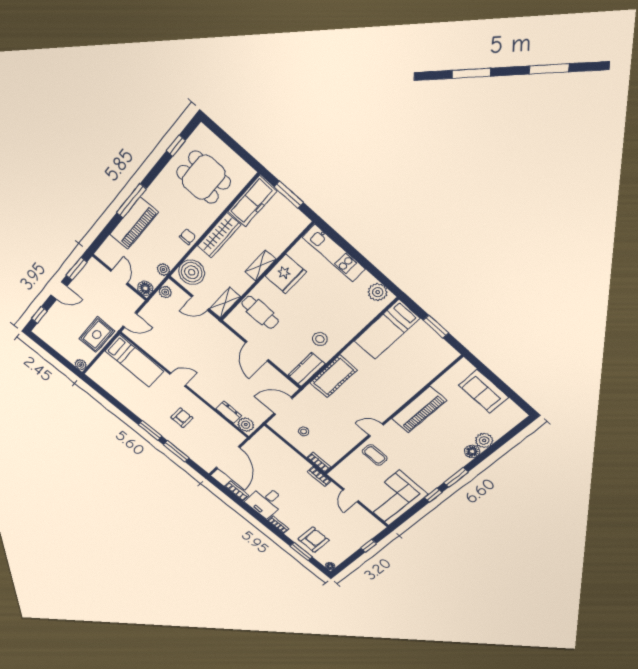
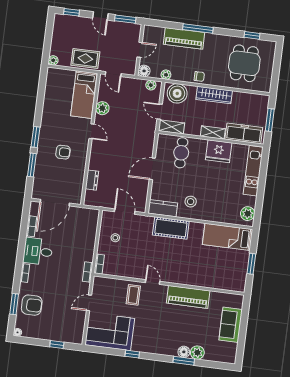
freezer: (252, 201) -> (244, 133), moved, turned 180
plant: (246, 425) -> (102, 108), moved
window: (456, 477) -> (184, 361), moved

